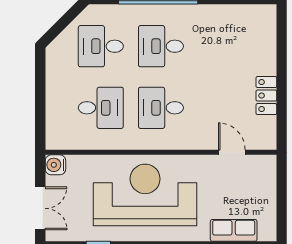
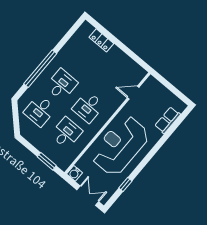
desk: (161, 46) -> (62, 85), turned 180
locker: (266, 96) -> (101, 40), moved
window: (40, 113) -> (47, 161), added

